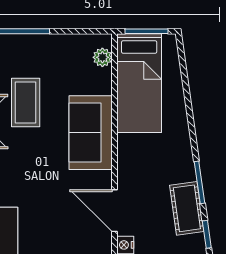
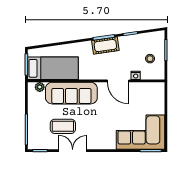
sofa: (91, 133) -> (71, 93), width x1.36
cot: (187, 208) -> (105, 46), moved
door: (114, 211) -> (118, 81), hinge flipped

